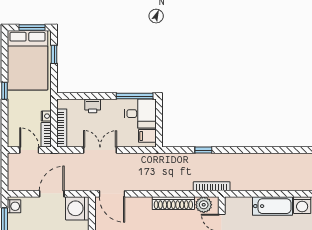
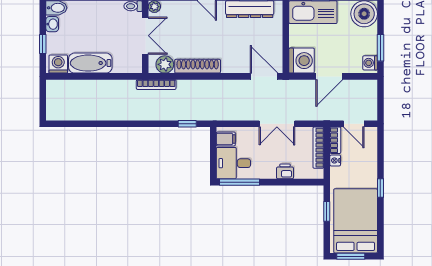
window: (54, 54) -> (327, 211), moved
window: (203, 150) -> (187, 124), moved

